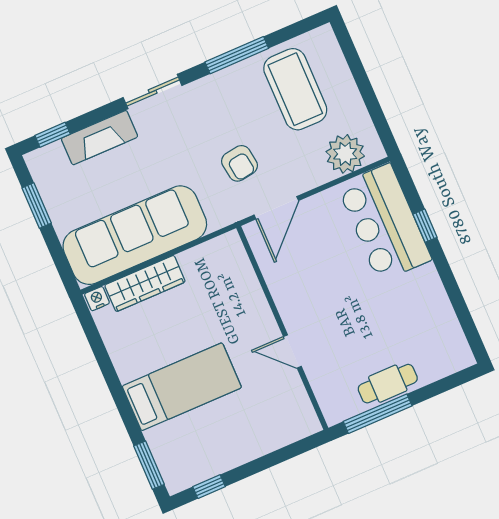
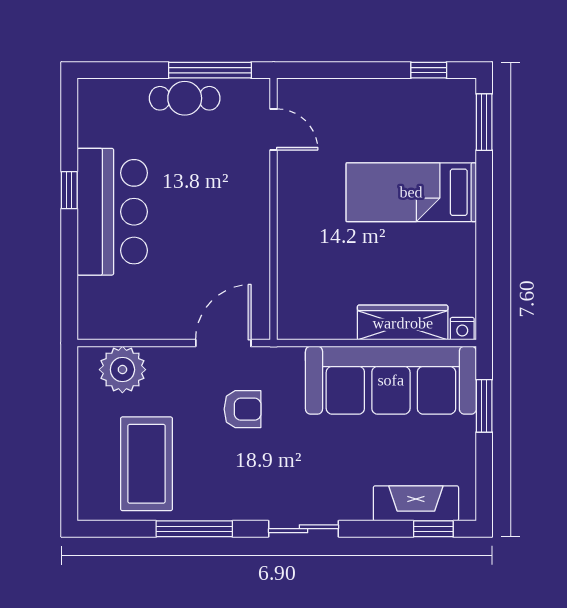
fireplace: (100, 138) -> (416, 503), moved
armchair: (239, 163) -> (243, 409), turned 98
window: (37, 206) -> (484, 406), moved
bar counter: (384, 223) -> (112, 212), moved
window: (425, 226) -> (69, 190), moved
door: (292, 351) -> (274, 129), moved

